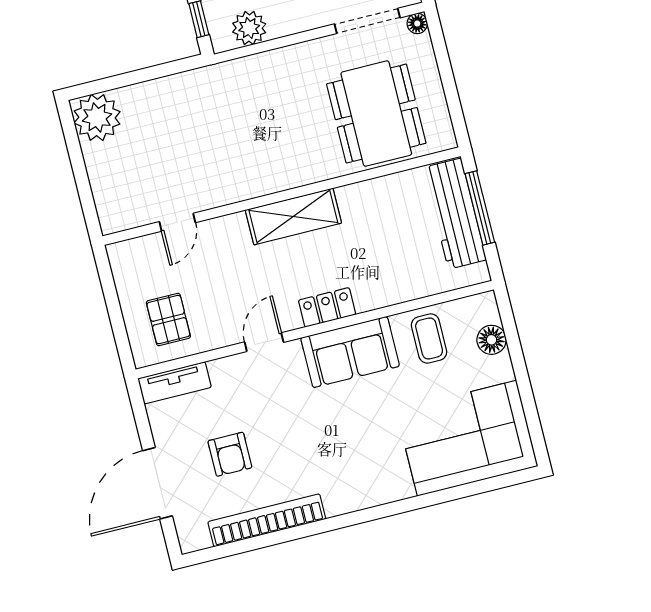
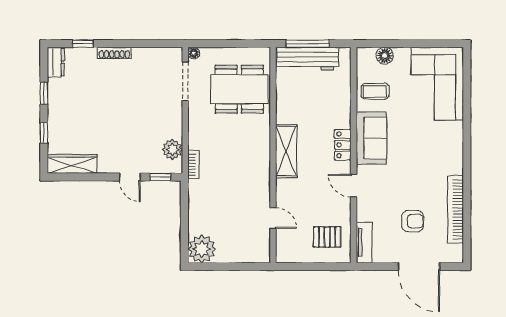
bookcase: (233, 69) -> (193, 165), added

